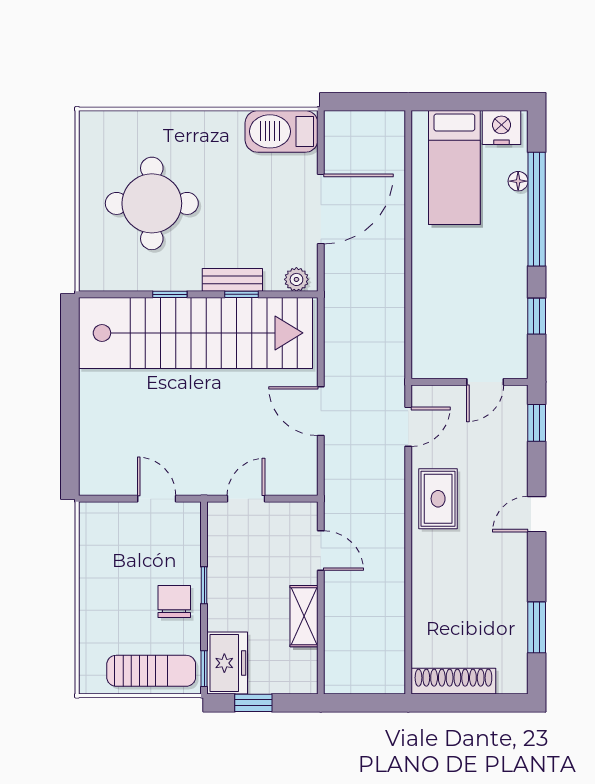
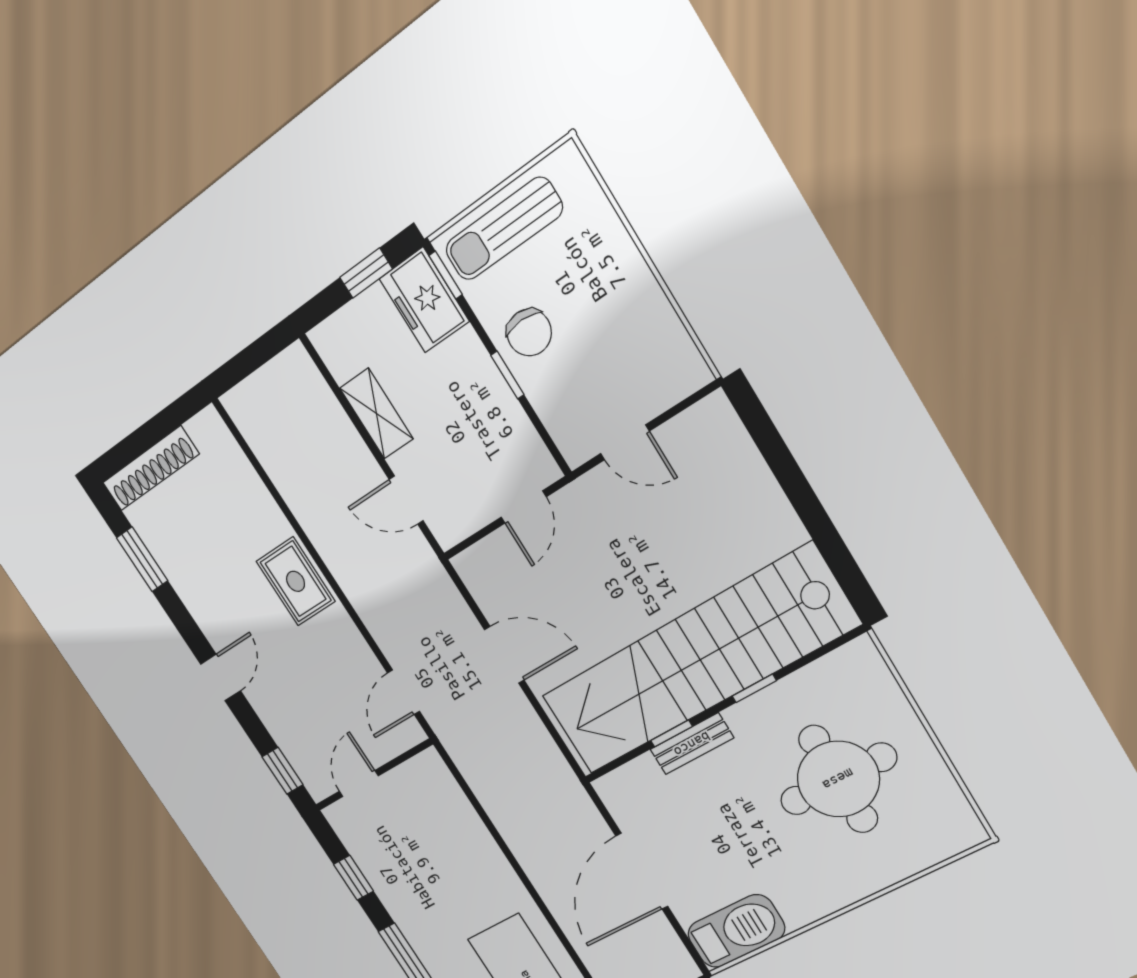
plant: (296, 279) -> (621, 783), removed
rug: (438, 499) -> (296, 581), moved
shoe rack: (453, 681) -> (151, 468), moved

